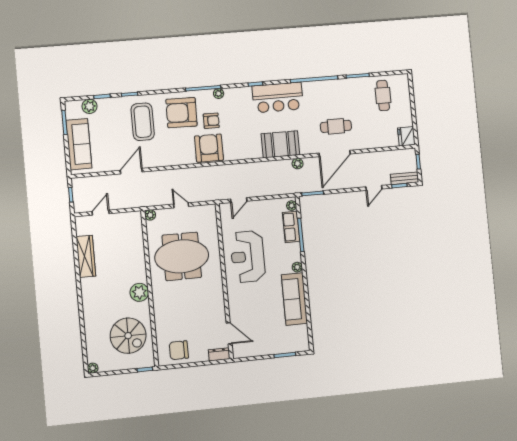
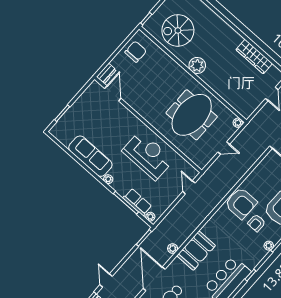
door: (229, 333) -> (113, 93), swing flipped

